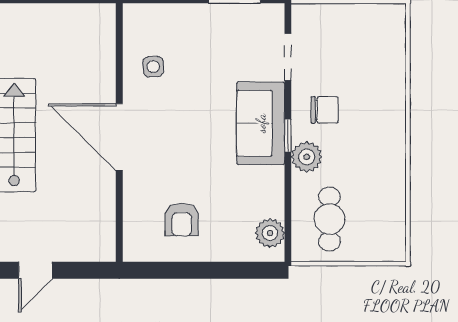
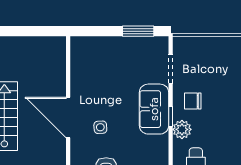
side table: (153, 67) -> (100, 127), moved
chair: (324, 110) -> (193, 101), turned 180

